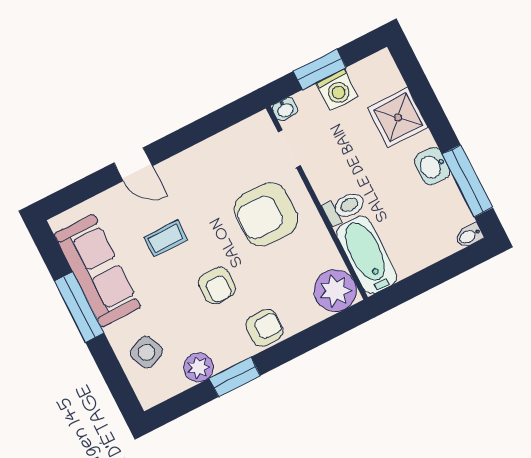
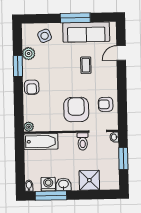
washing machine: (337, 90) -> (48, 184), moved, turned 90
door: (133, 164) -> (121, 53), moved
toilet: (345, 207) -> (83, 141), moved
armchair: (217, 285) -> (106, 104), moved
plant: (335, 291) -> (29, 127), width x0.53, depth x0.53

